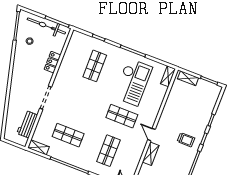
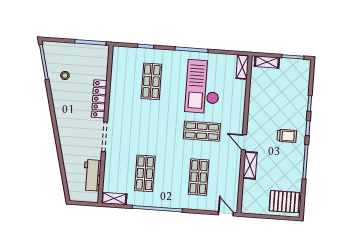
bicycle: (46, 26) -> (79, 51), removed
locker: (52, 62) -> (99, 99), width x1.53
checkout: (133, 82) -> (203, 87), turned 180
shop shelf: (68, 135) -> (145, 173), turned 90

